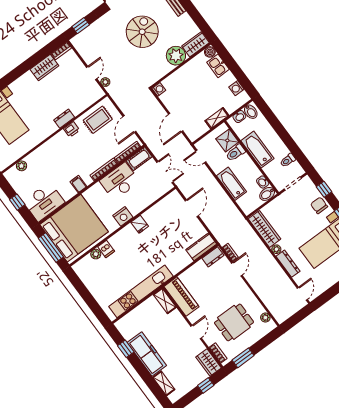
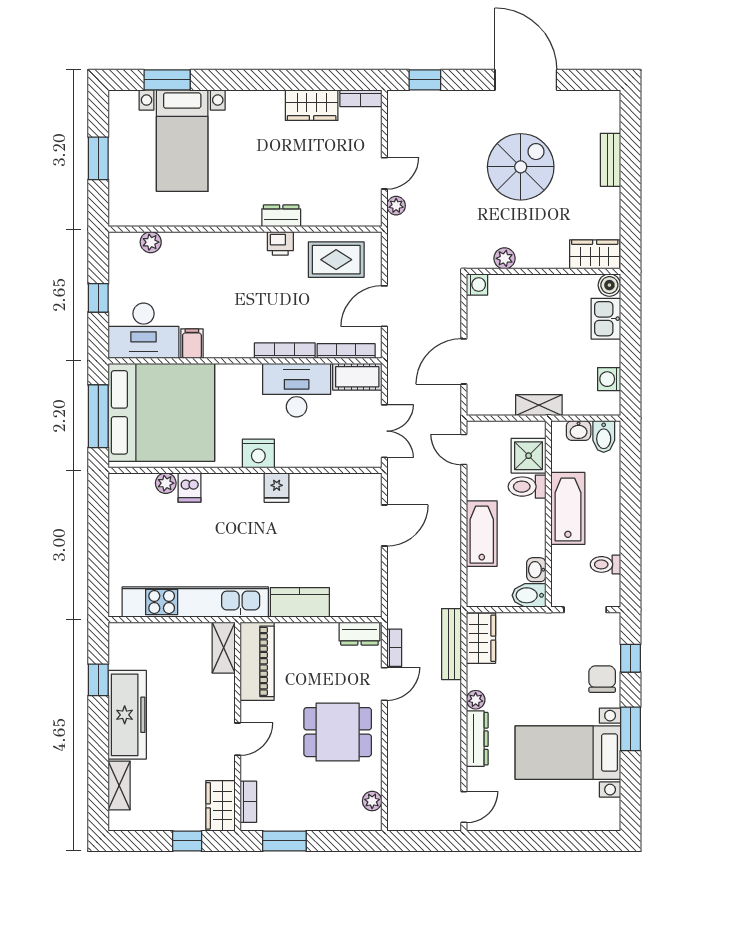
plant: (176, 56) -> (504, 258), moved, width x0.53, depth x0.53
filing cabinet: (78, 184) -> (192, 344), moved
wardrobe: (264, 229) -> (481, 638), width x0.67
bench: (251, 235) -> (451, 644), added
kitchen counter: (201, 247) -> (300, 602), moved
dining table: (234, 322) -> (338, 732), moved

